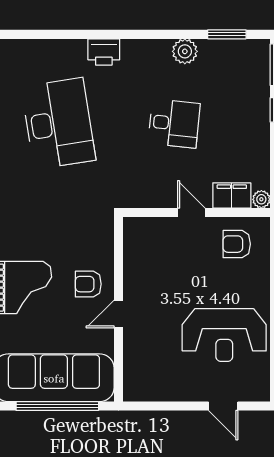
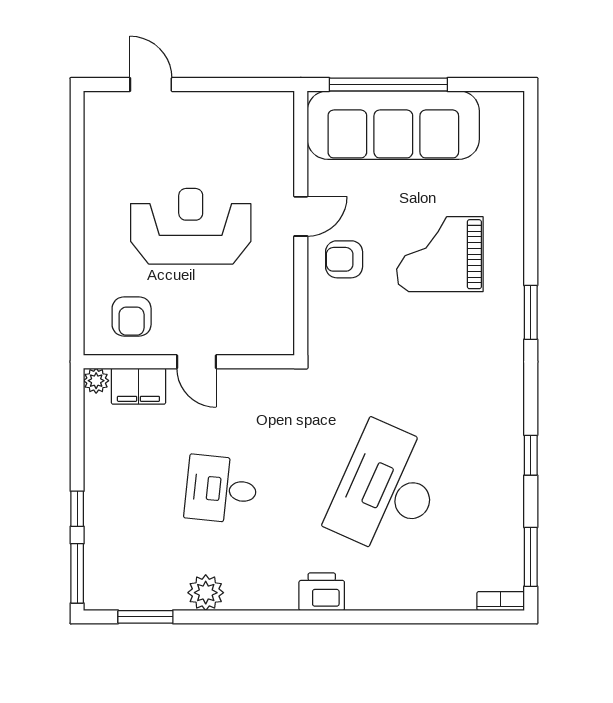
desk: (58, 123) -> (387, 489), turned 33
armchair: (237, 244) -> (132, 316), turned 90
armchair: (88, 284) -> (344, 259), turned 180
reception desk: (224, 335) -> (191, 226), moved

